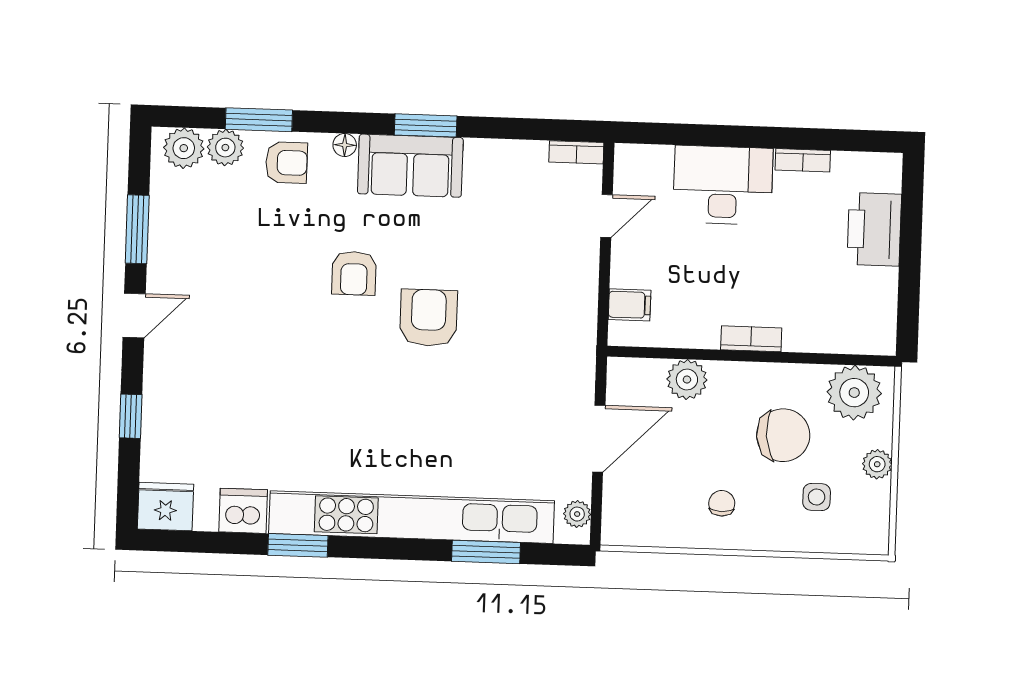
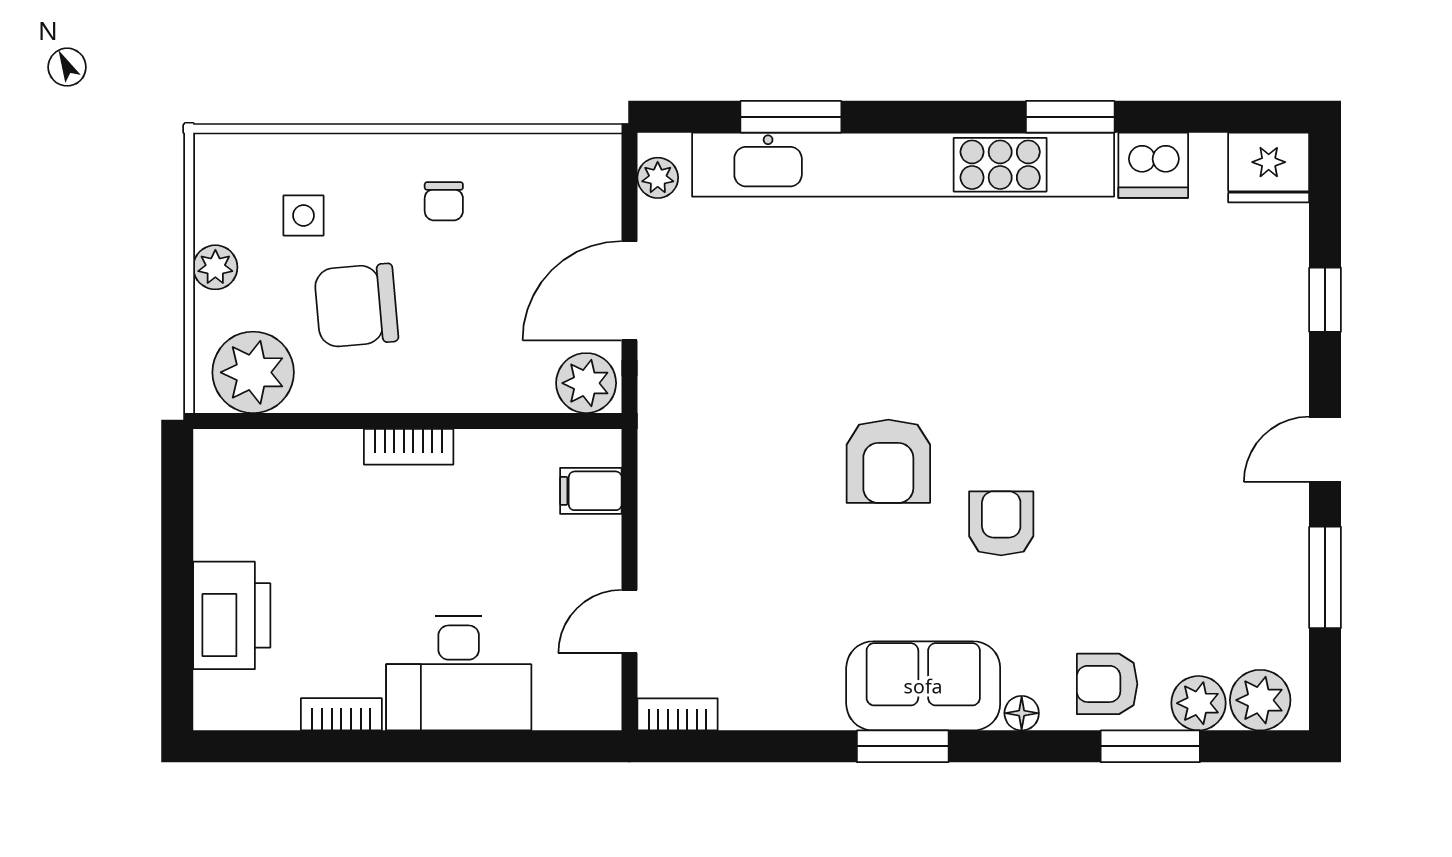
plant: (687, 380) -> (586, 383), moved

